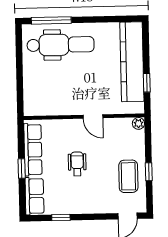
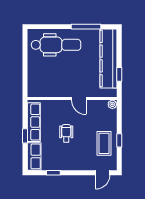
window: (51, 20) -> (86, 27), moved

